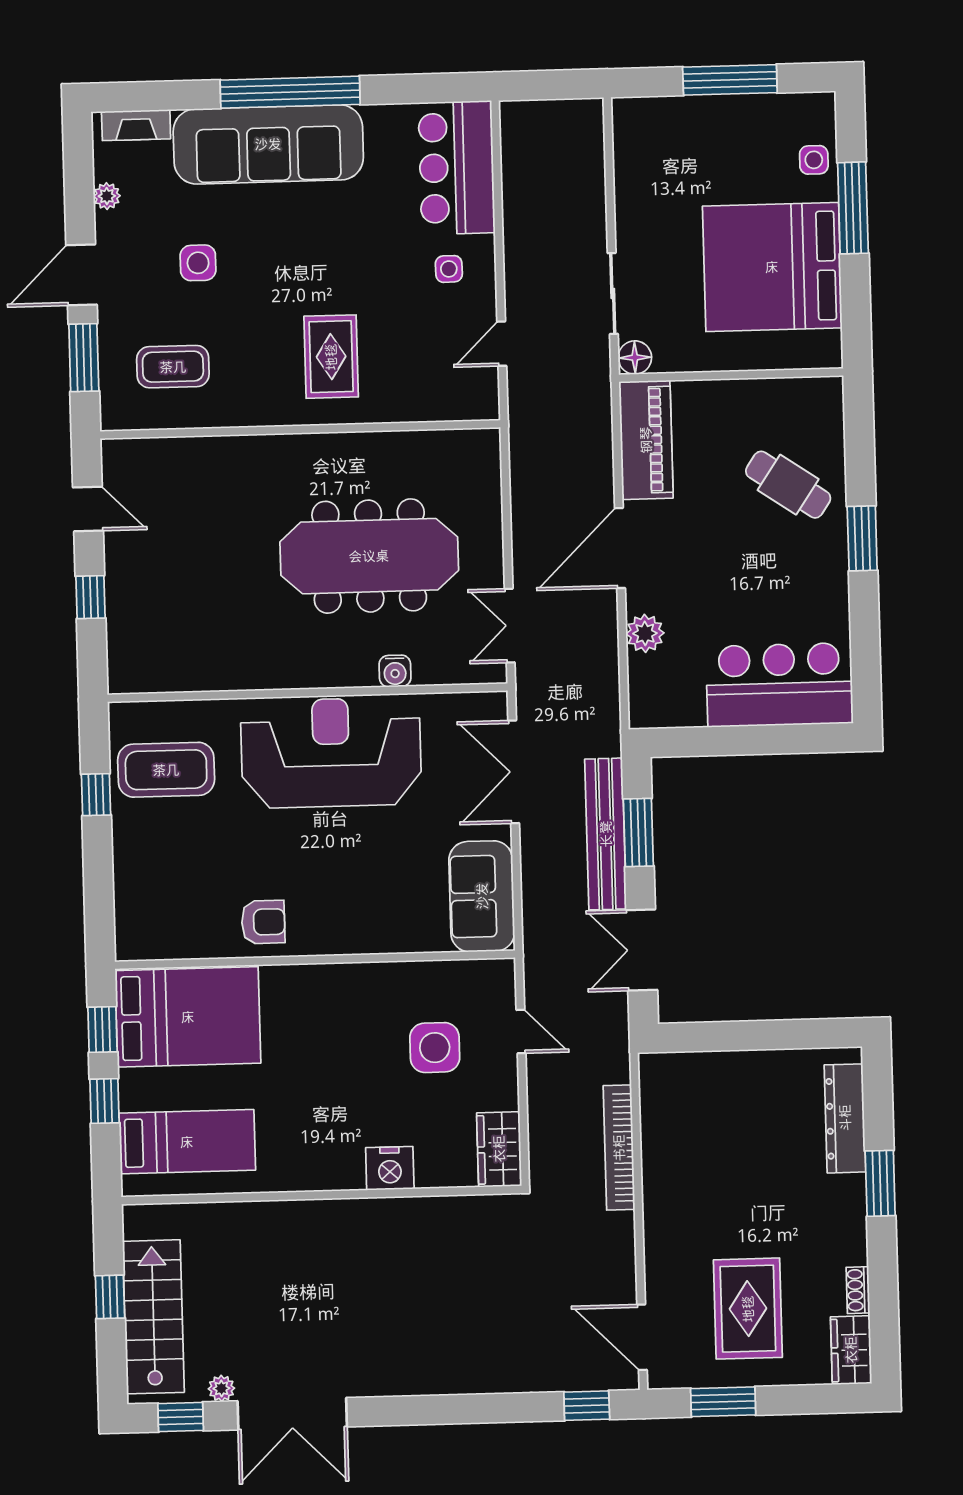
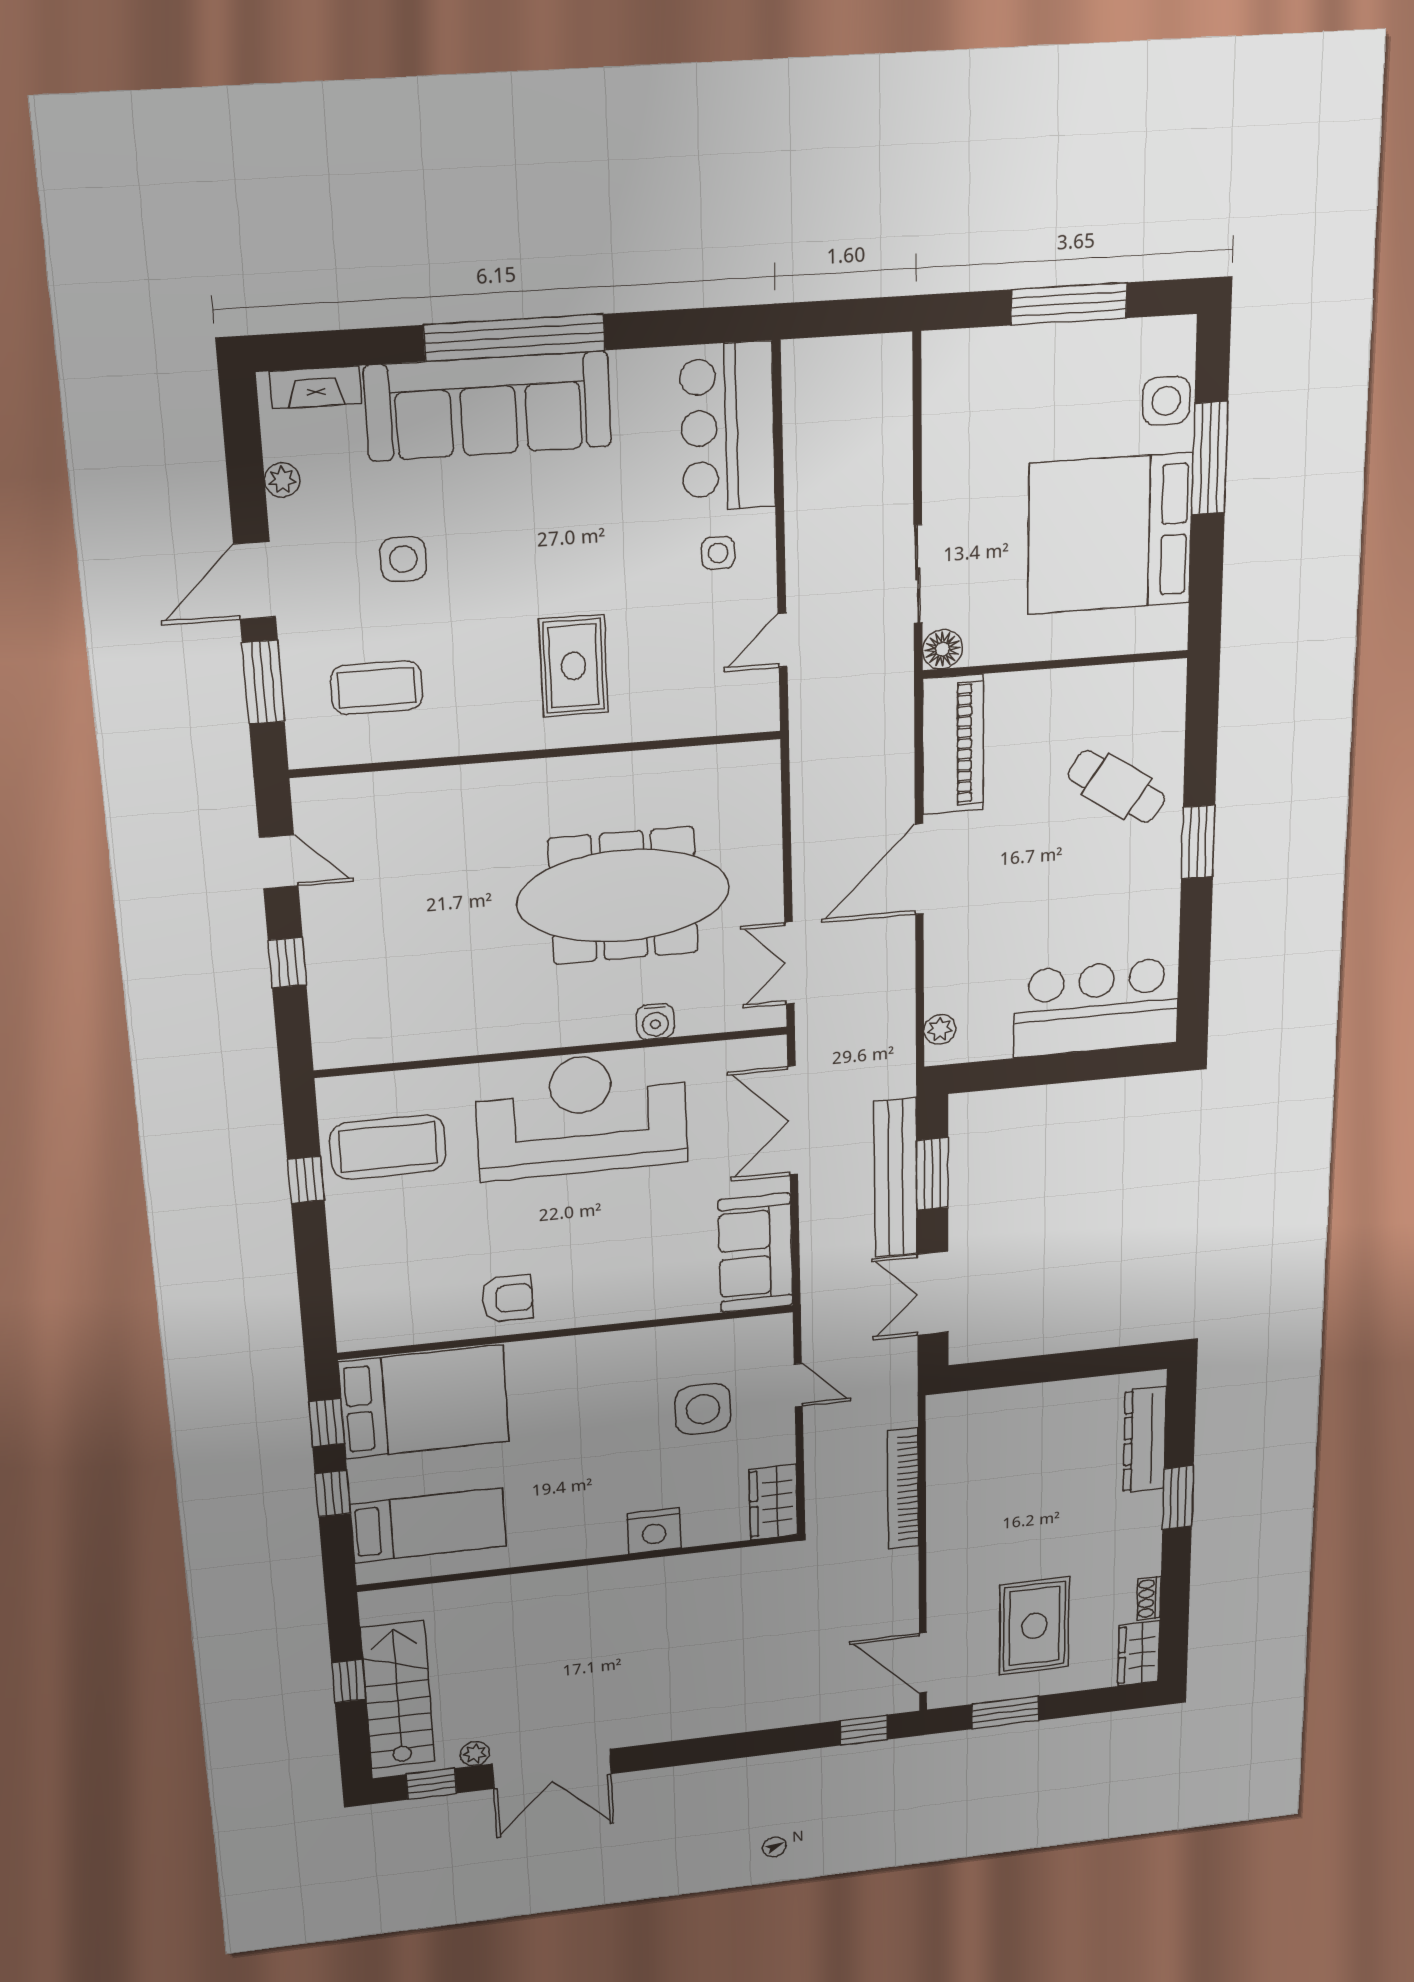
side table: (814, 160) -> (1166, 401), width x1.37, depth x1.37
plant: (645, 633) -> (940, 1029), moved, width x0.73, depth x0.73

